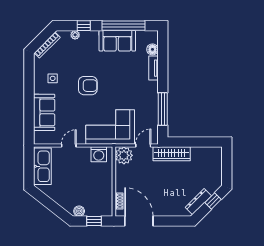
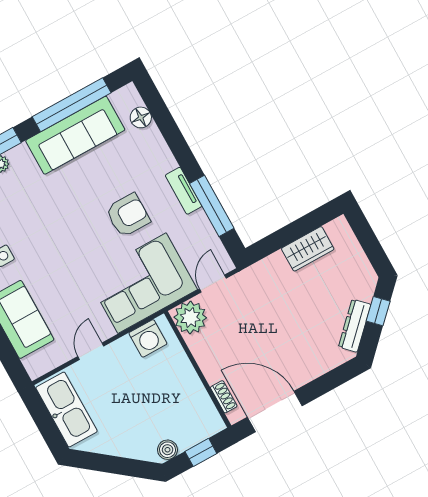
sofa: (117, 41) -> (75, 135), width x1.36
tv unit: (153, 68) -> (183, 191), moved
armchair: (88, 86) -> (128, 215), moved
wardrobe: (172, 154) -> (308, 249), moved, width x0.67

